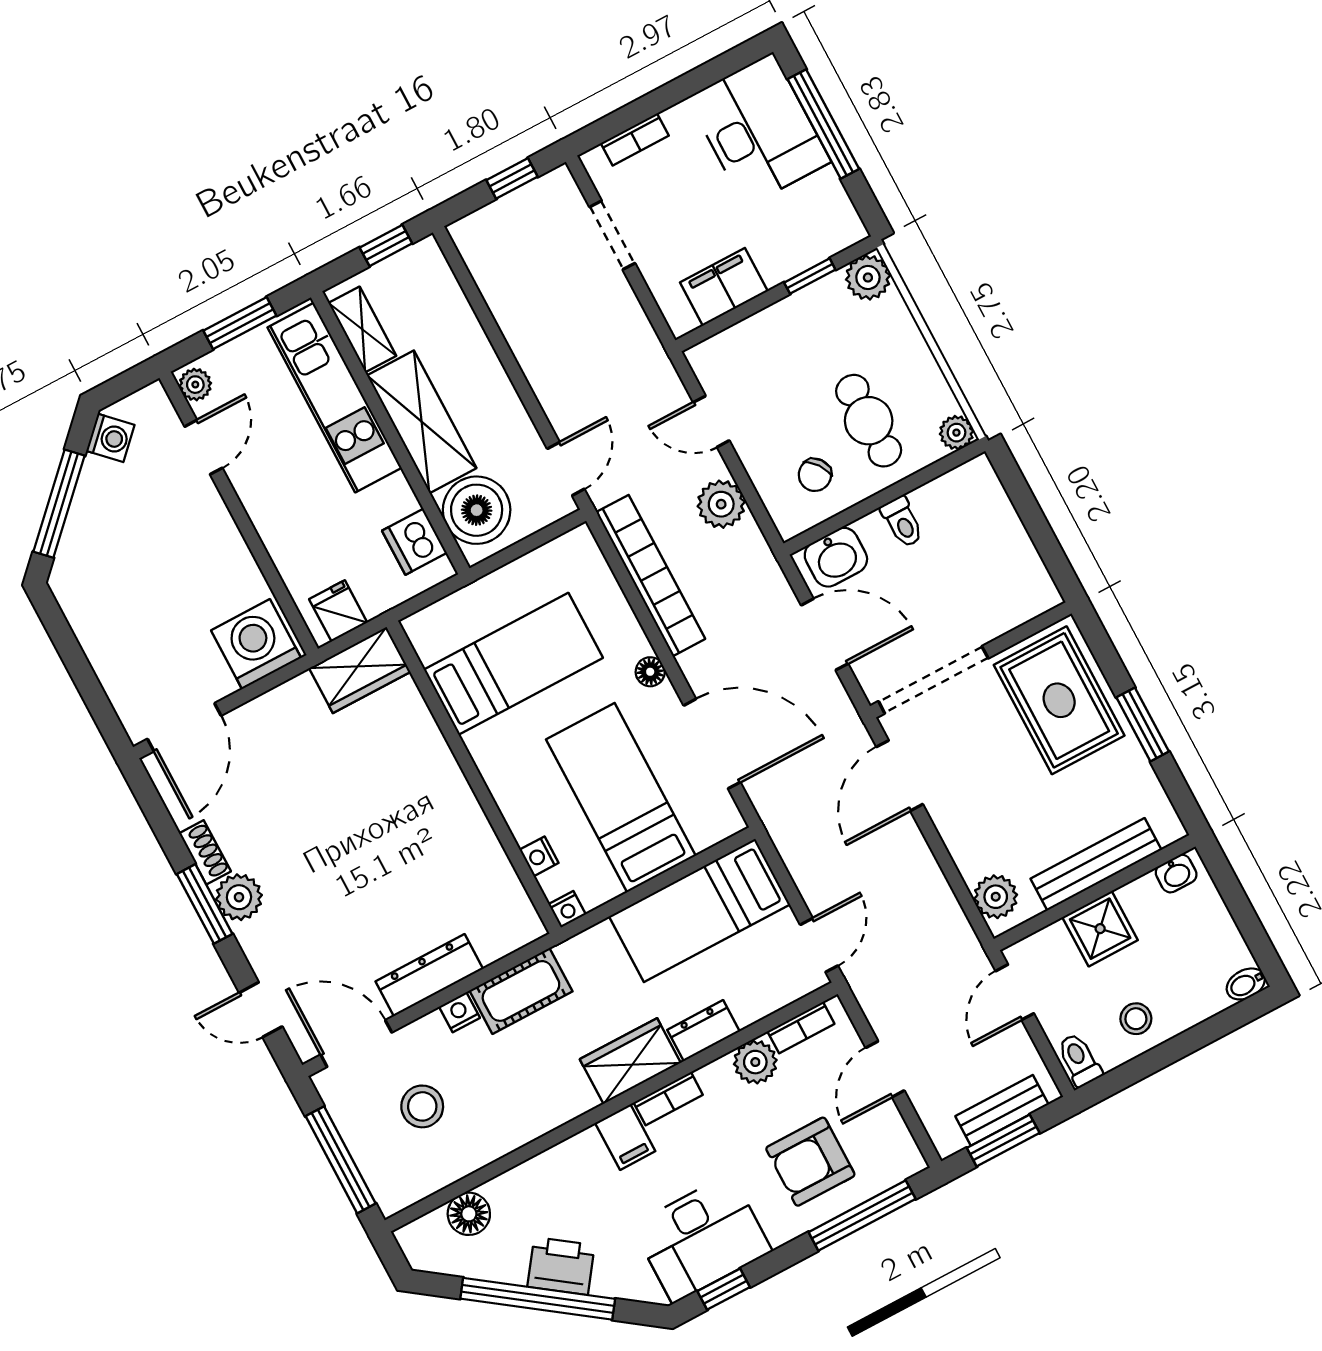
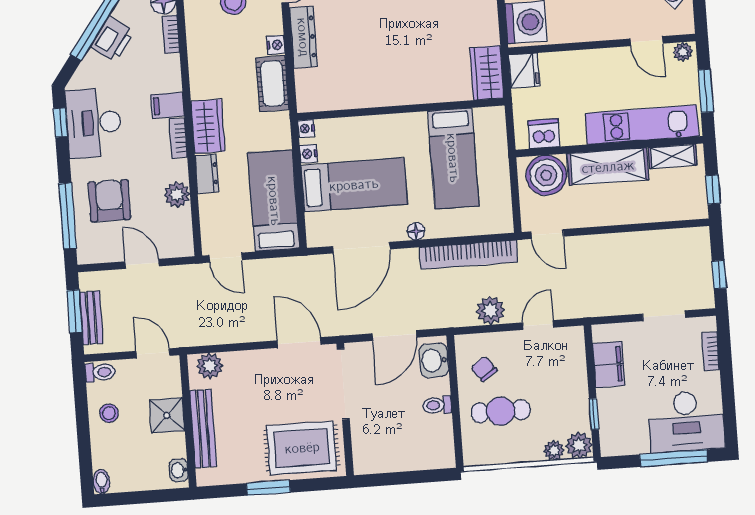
plant: (956, 433) -> (554, 450), moved
fridge: (338, 611) -> (524, 71), width x1.38
nightstand: (539, 856) -> (309, 154), moved, turned -90
bookcase: (801, 1028) -> (171, 34), moved

